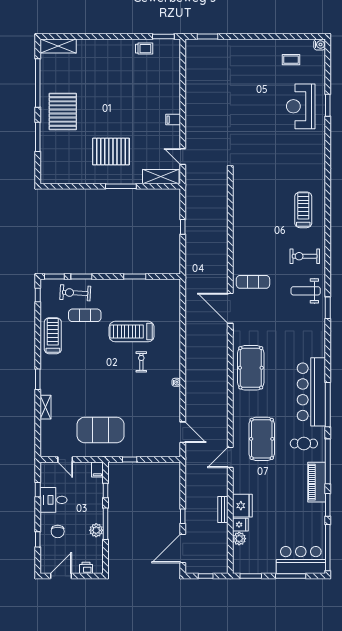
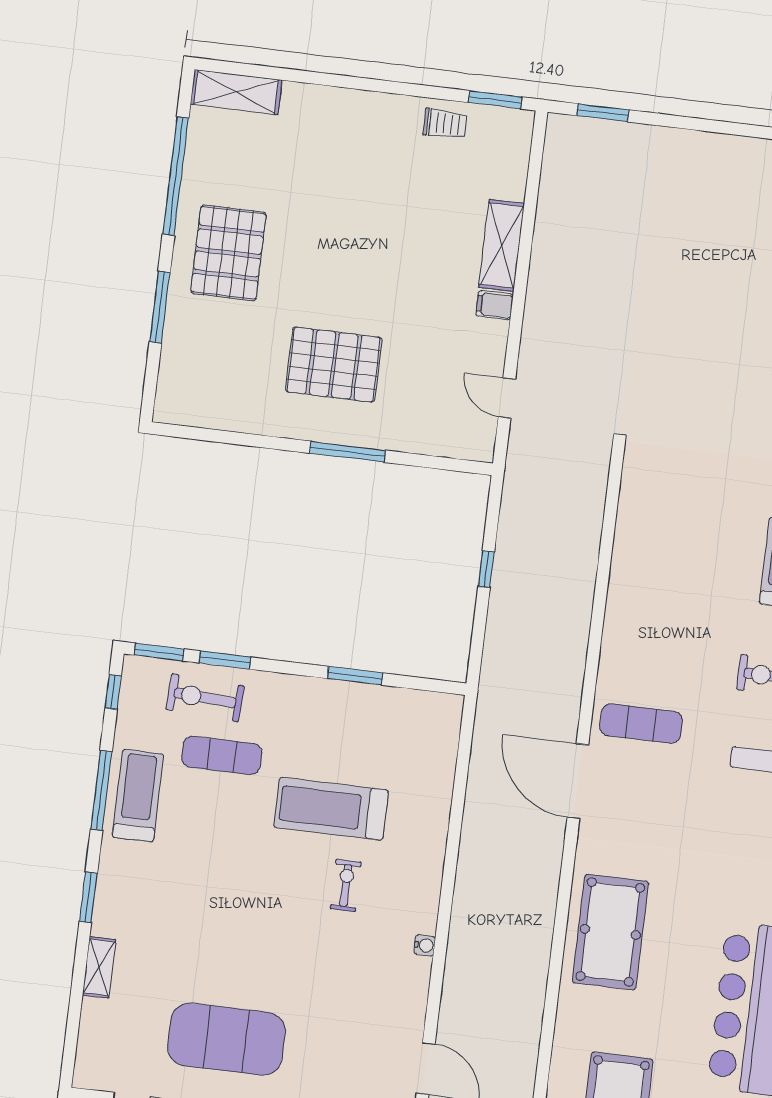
shelving: (161, 177) -> (502, 246), moved, turned 90
window: (38, 335) -> (101, 790), added

